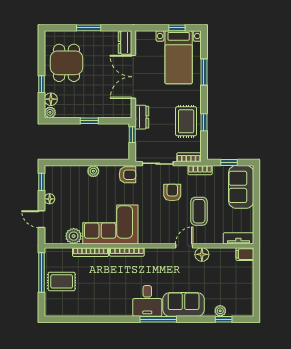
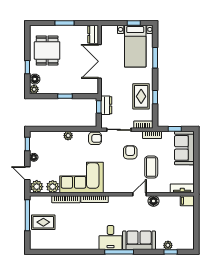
dresser: (142, 117) -> (106, 105), moved
plant: (53, 236) -> (37, 187), added

